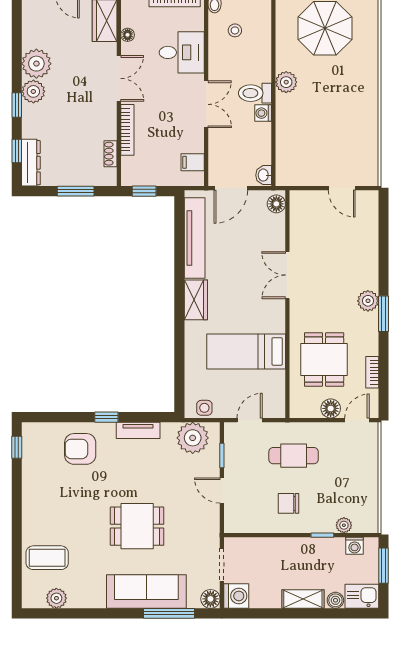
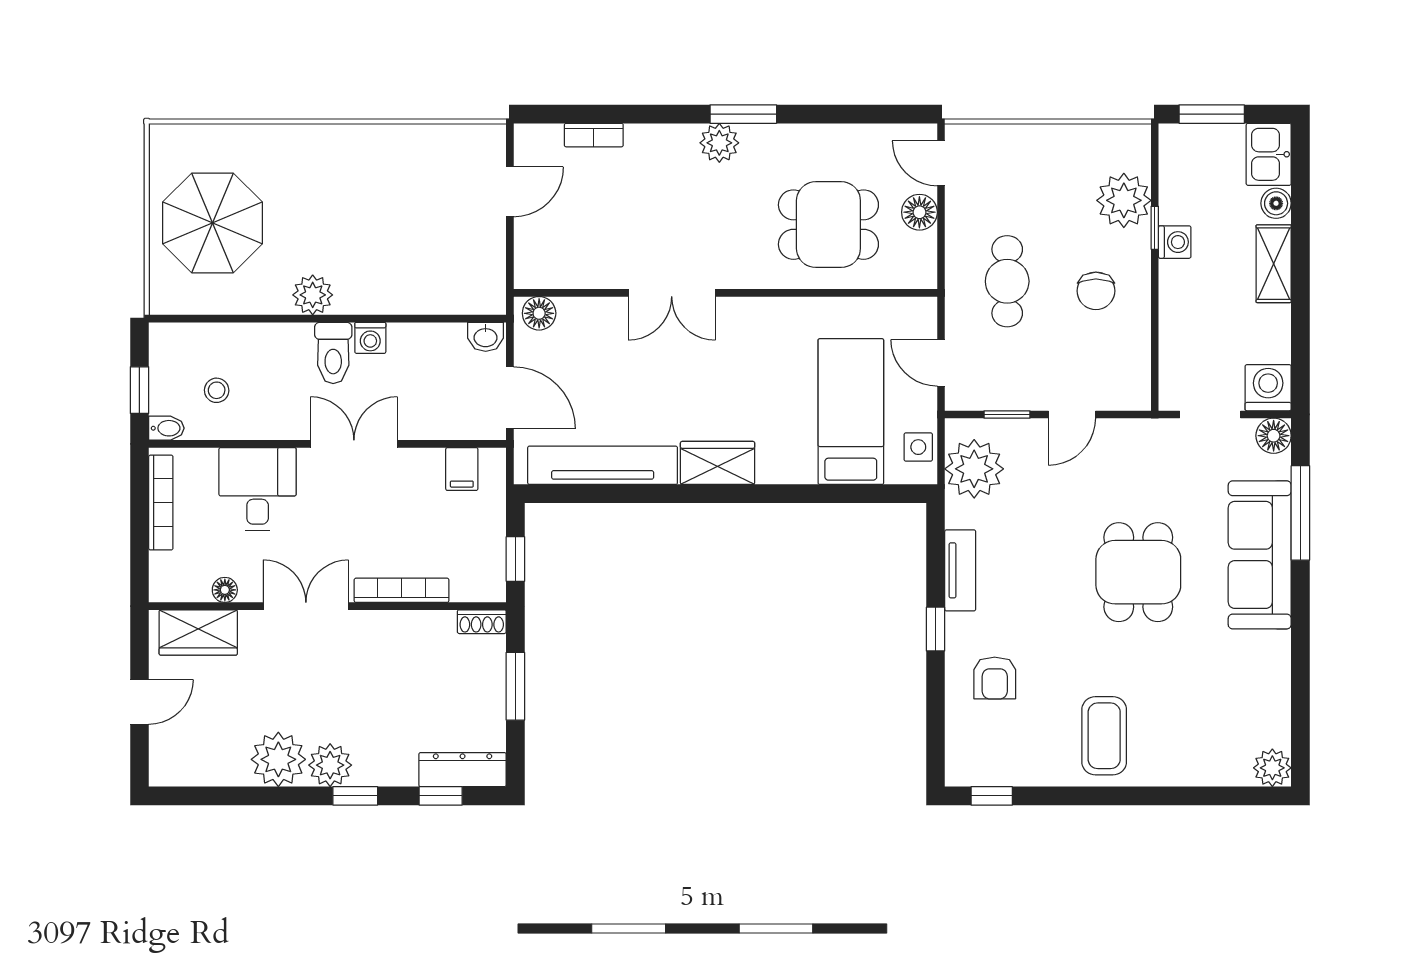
shoe rack: (110, 154) -> (482, 622), moved
bed: (246, 351) -> (851, 412), moved, turned 180
bookcase: (372, 372) -> (594, 135), moved
armchair: (80, 449) -> (995, 678), width x0.72, depth x0.72
plant: (344, 525) -> (1124, 200), width x1.88, depth x1.88
washing machine: (355, 546) -> (1175, 242), moved
coffee table: (47, 558) -> (1104, 736), moved
plant: (56, 598) -> (1272, 768), moved

